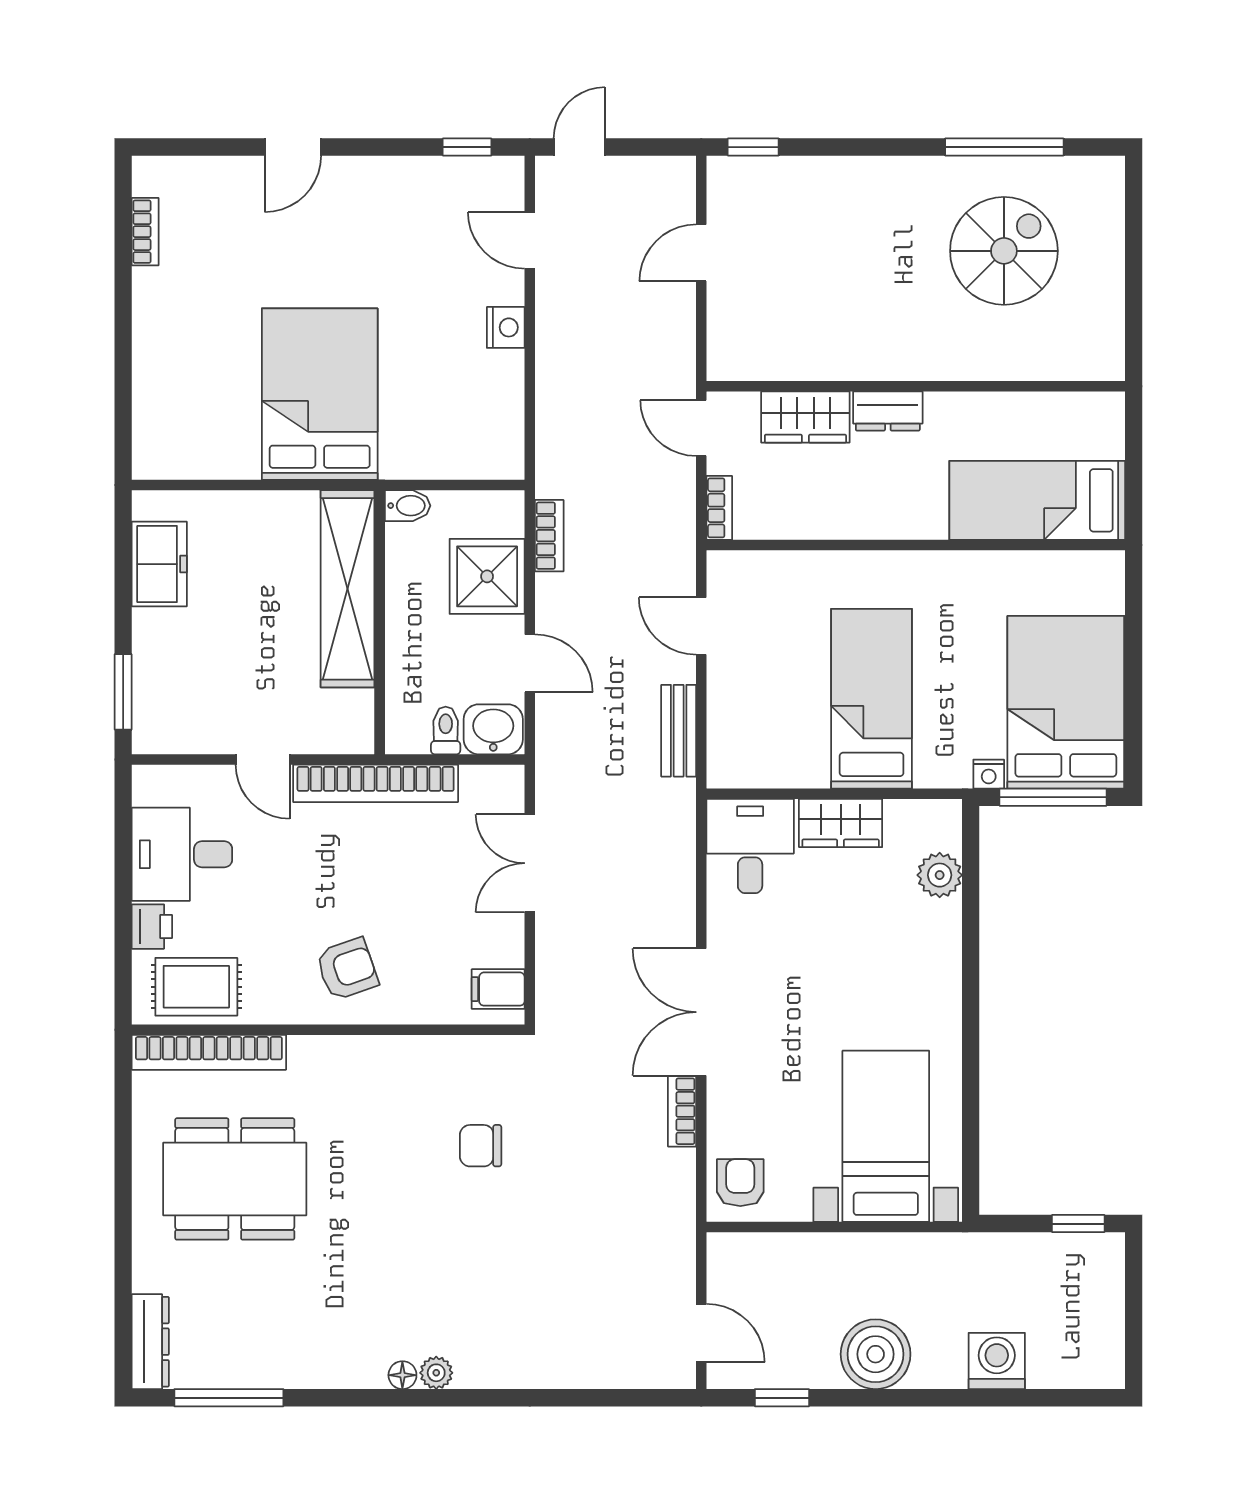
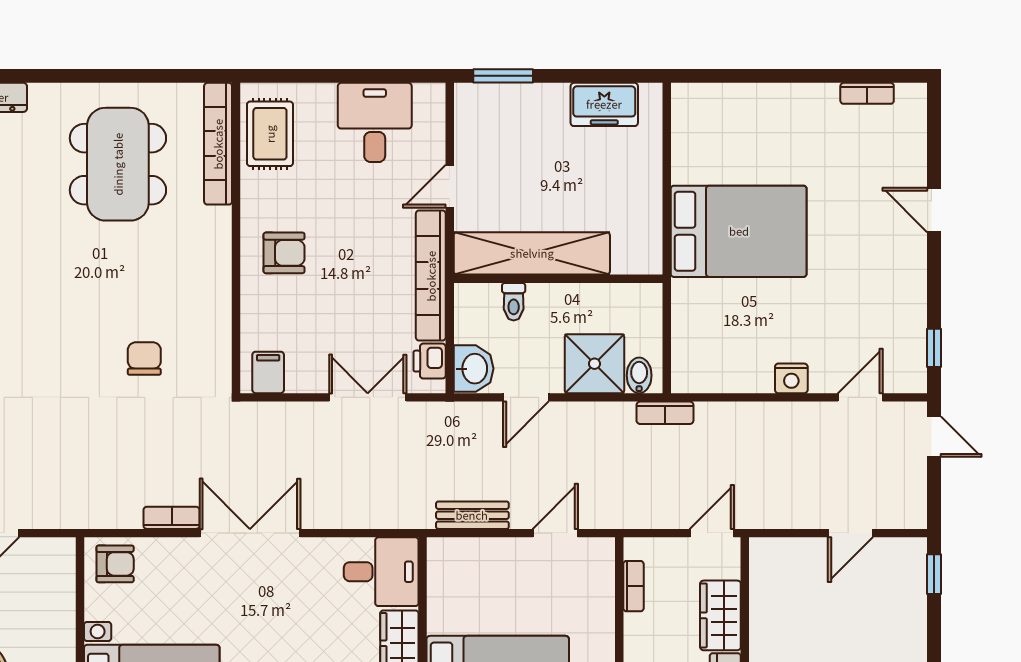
door: (701, 253) -> (850, 533), swing flipped
bidet: (408, 506) -> (639, 375), moved, turned 180
bookcase: (719, 508) -> (633, 586), moved, turned -90
bookcase: (549, 536) -> (665, 413), moved
shelving: (348, 589) -> (532, 253), moved
toilet: (446, 730) -> (514, 302), moved, turned 90
printer: (152, 927) -> (430, 361), moved, turned 90
armchair: (347, 969) -> (284, 253), turned -71

